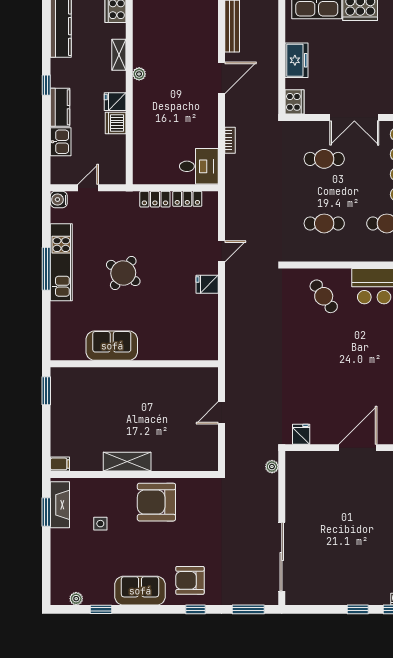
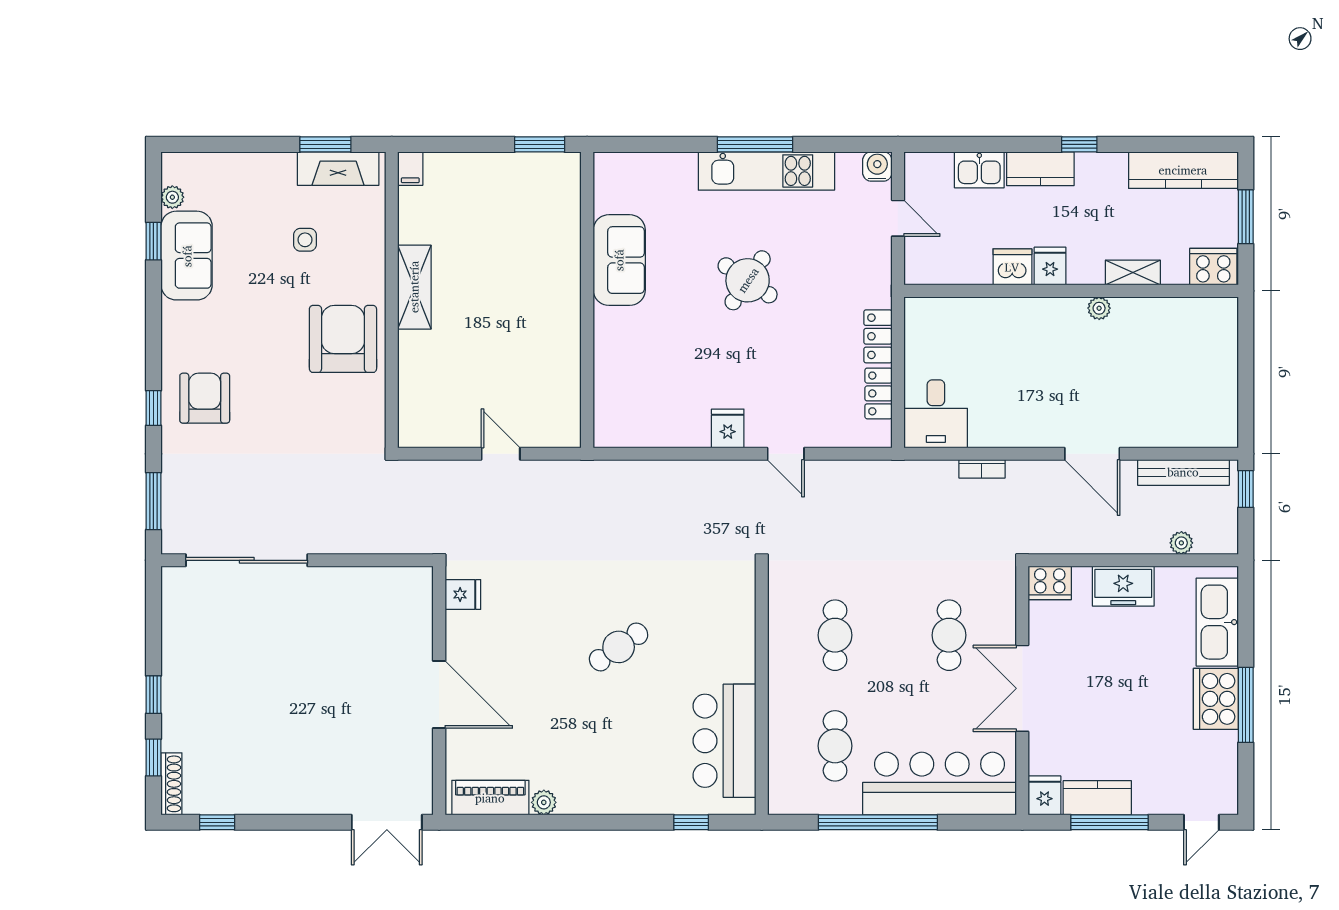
cafe table: (324, 296) -> (619, 647), moved
plant: (272, 467) -> (1181, 543), moved
sofa: (140, 591) -> (187, 256), moved

